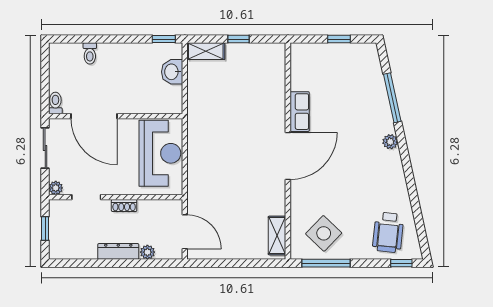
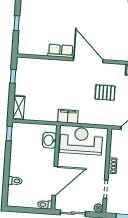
window: (238, 39) -> (13, 76), moved
washbasin: (172, 72) -> (49, 140), moved, turned 90
filing cabinet: (197, 130) -> (68, 116), added
pallet: (239, 186) -> (105, 93), added

